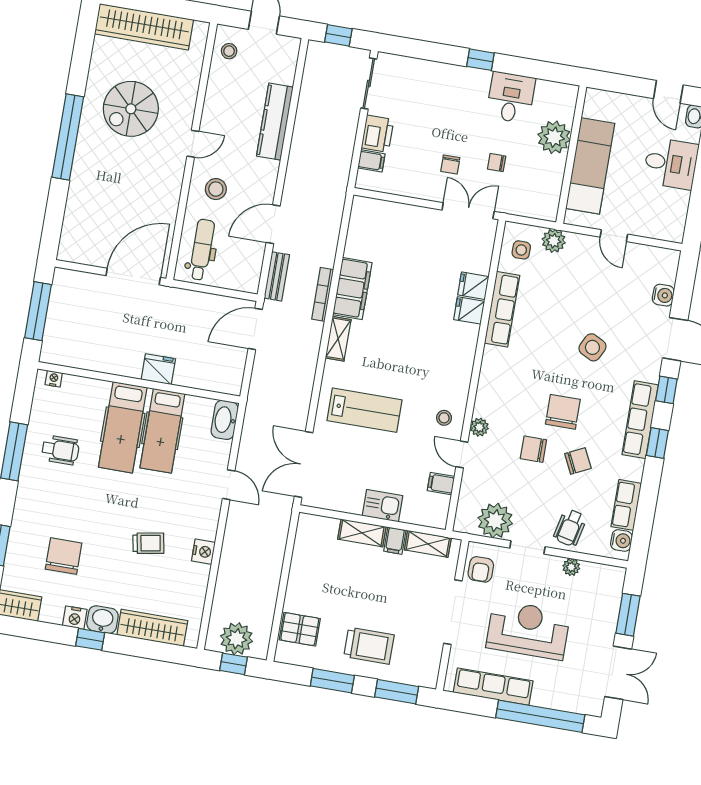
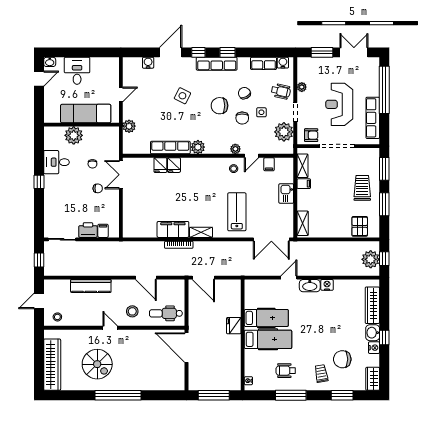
side table: (521, 250) -> (261, 112), moved
bench: (277, 276) -> (173, 271), removed
plant: (494, 359) -> (198, 147), added
washbasin: (225, 420) -> (310, 286), moved
wheelchair: (60, 450) -> (286, 371), turned -90
shelving: (362, 533) -> (303, 223), moved
trolley: (148, 543) -> (321, 373), moved

